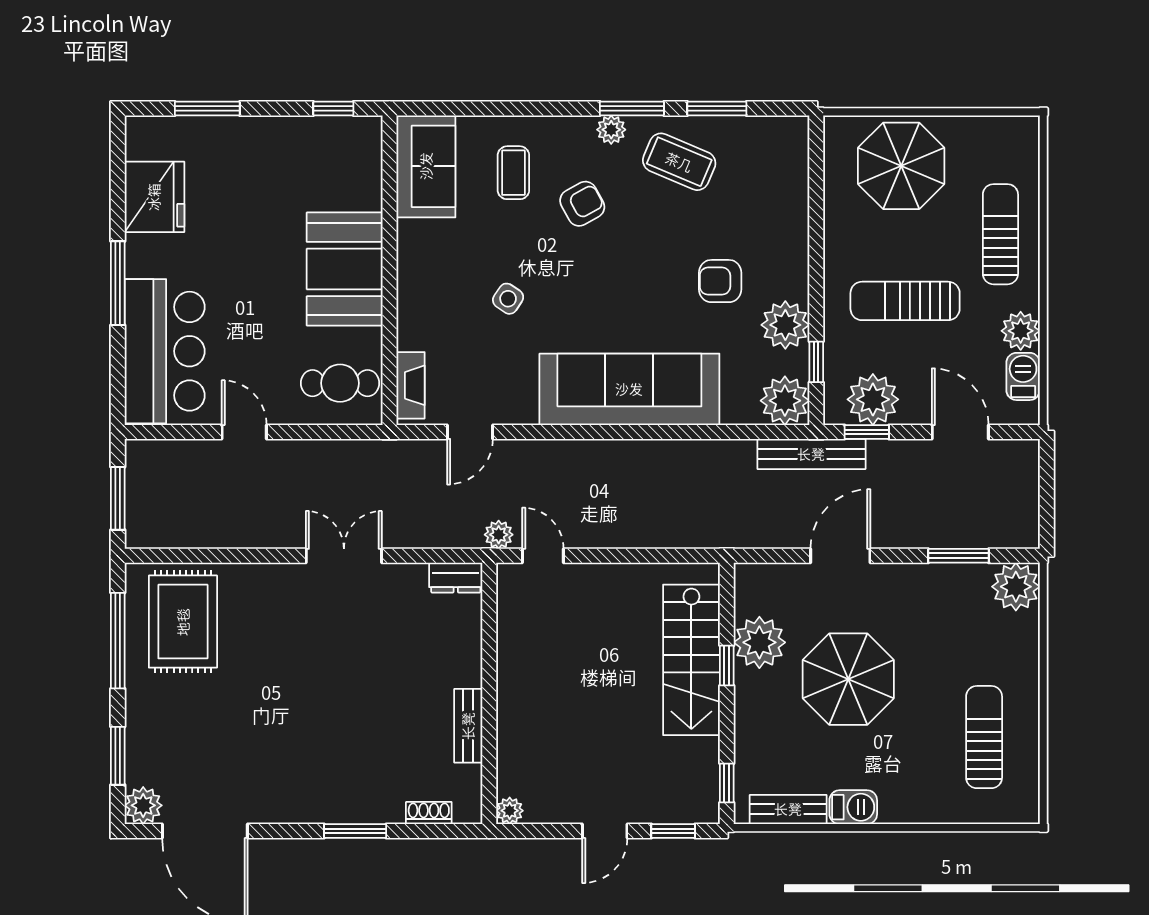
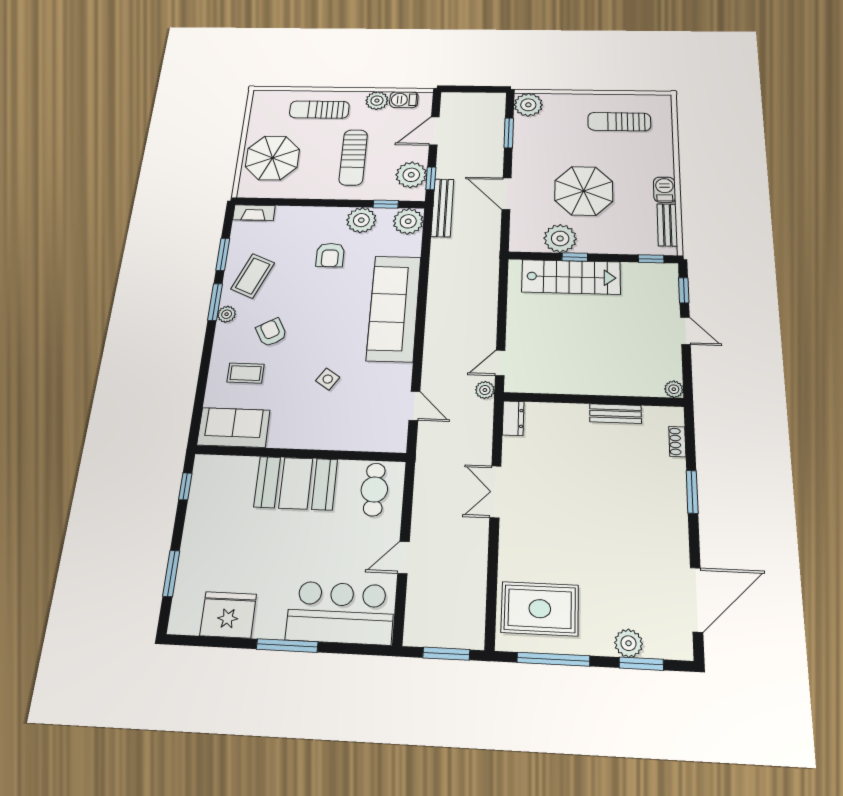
fireplace: (411, 385) -> (254, 213), moved, turned 180
plant: (143, 805) -> (628, 643), moved

